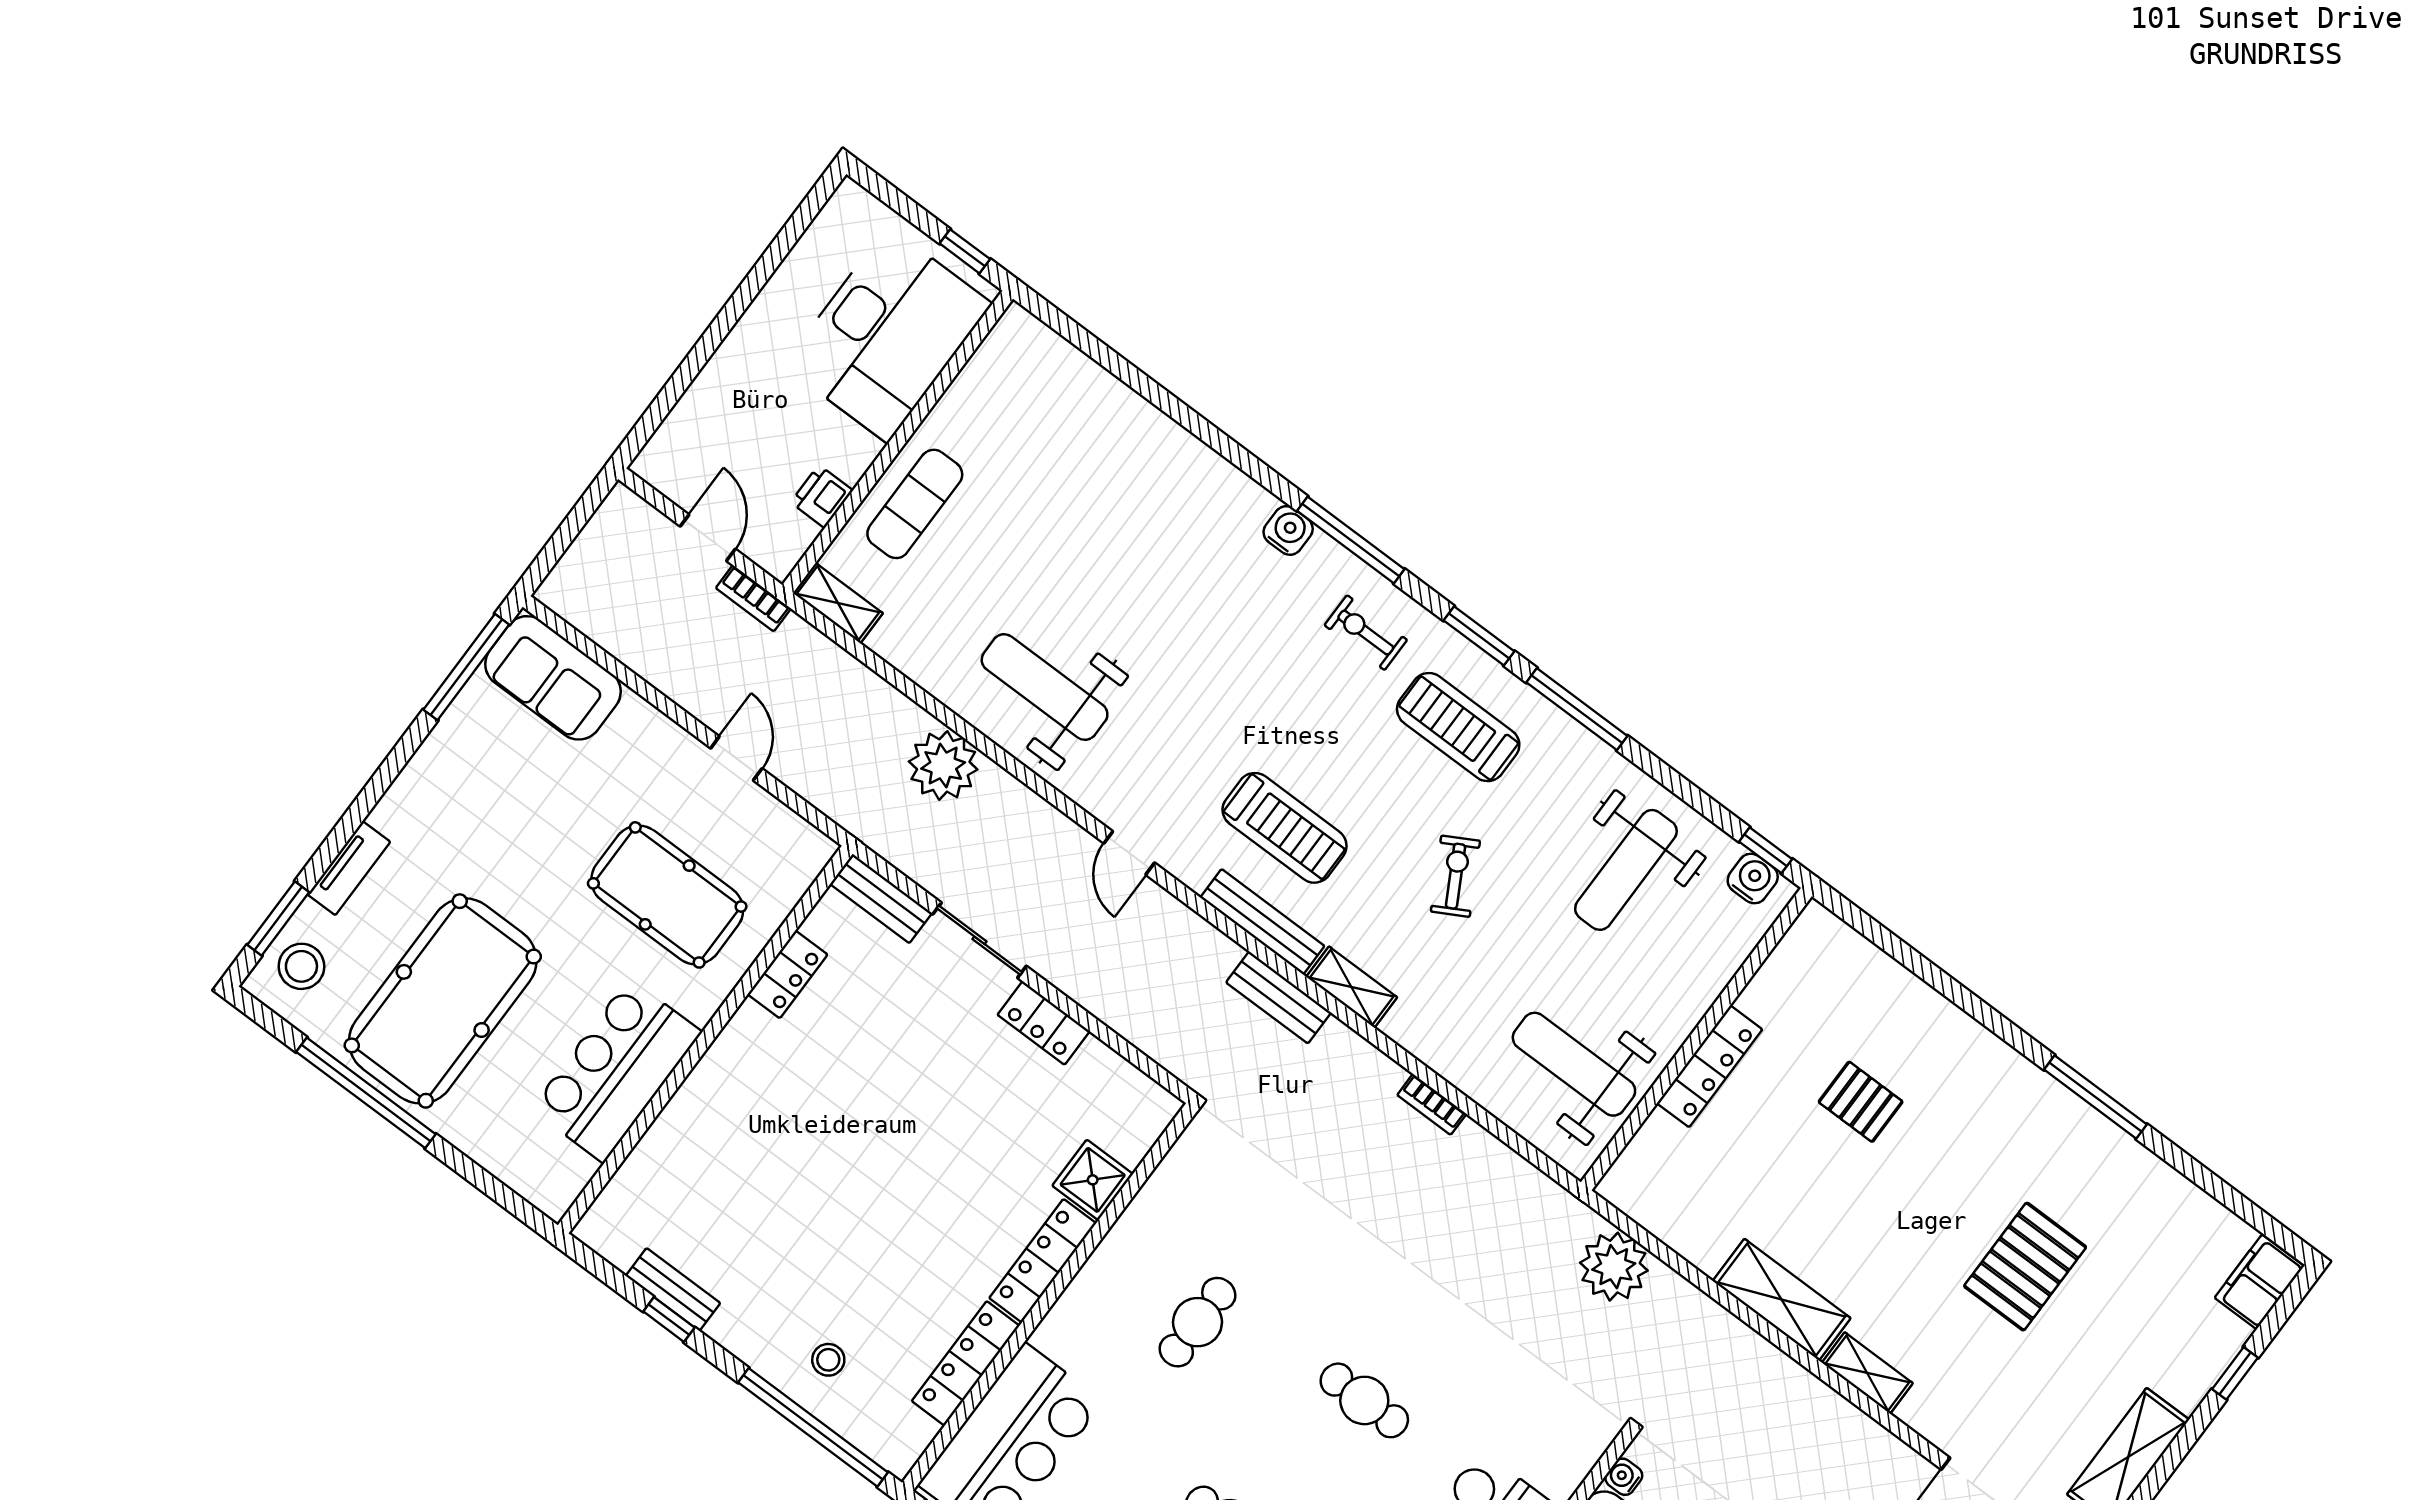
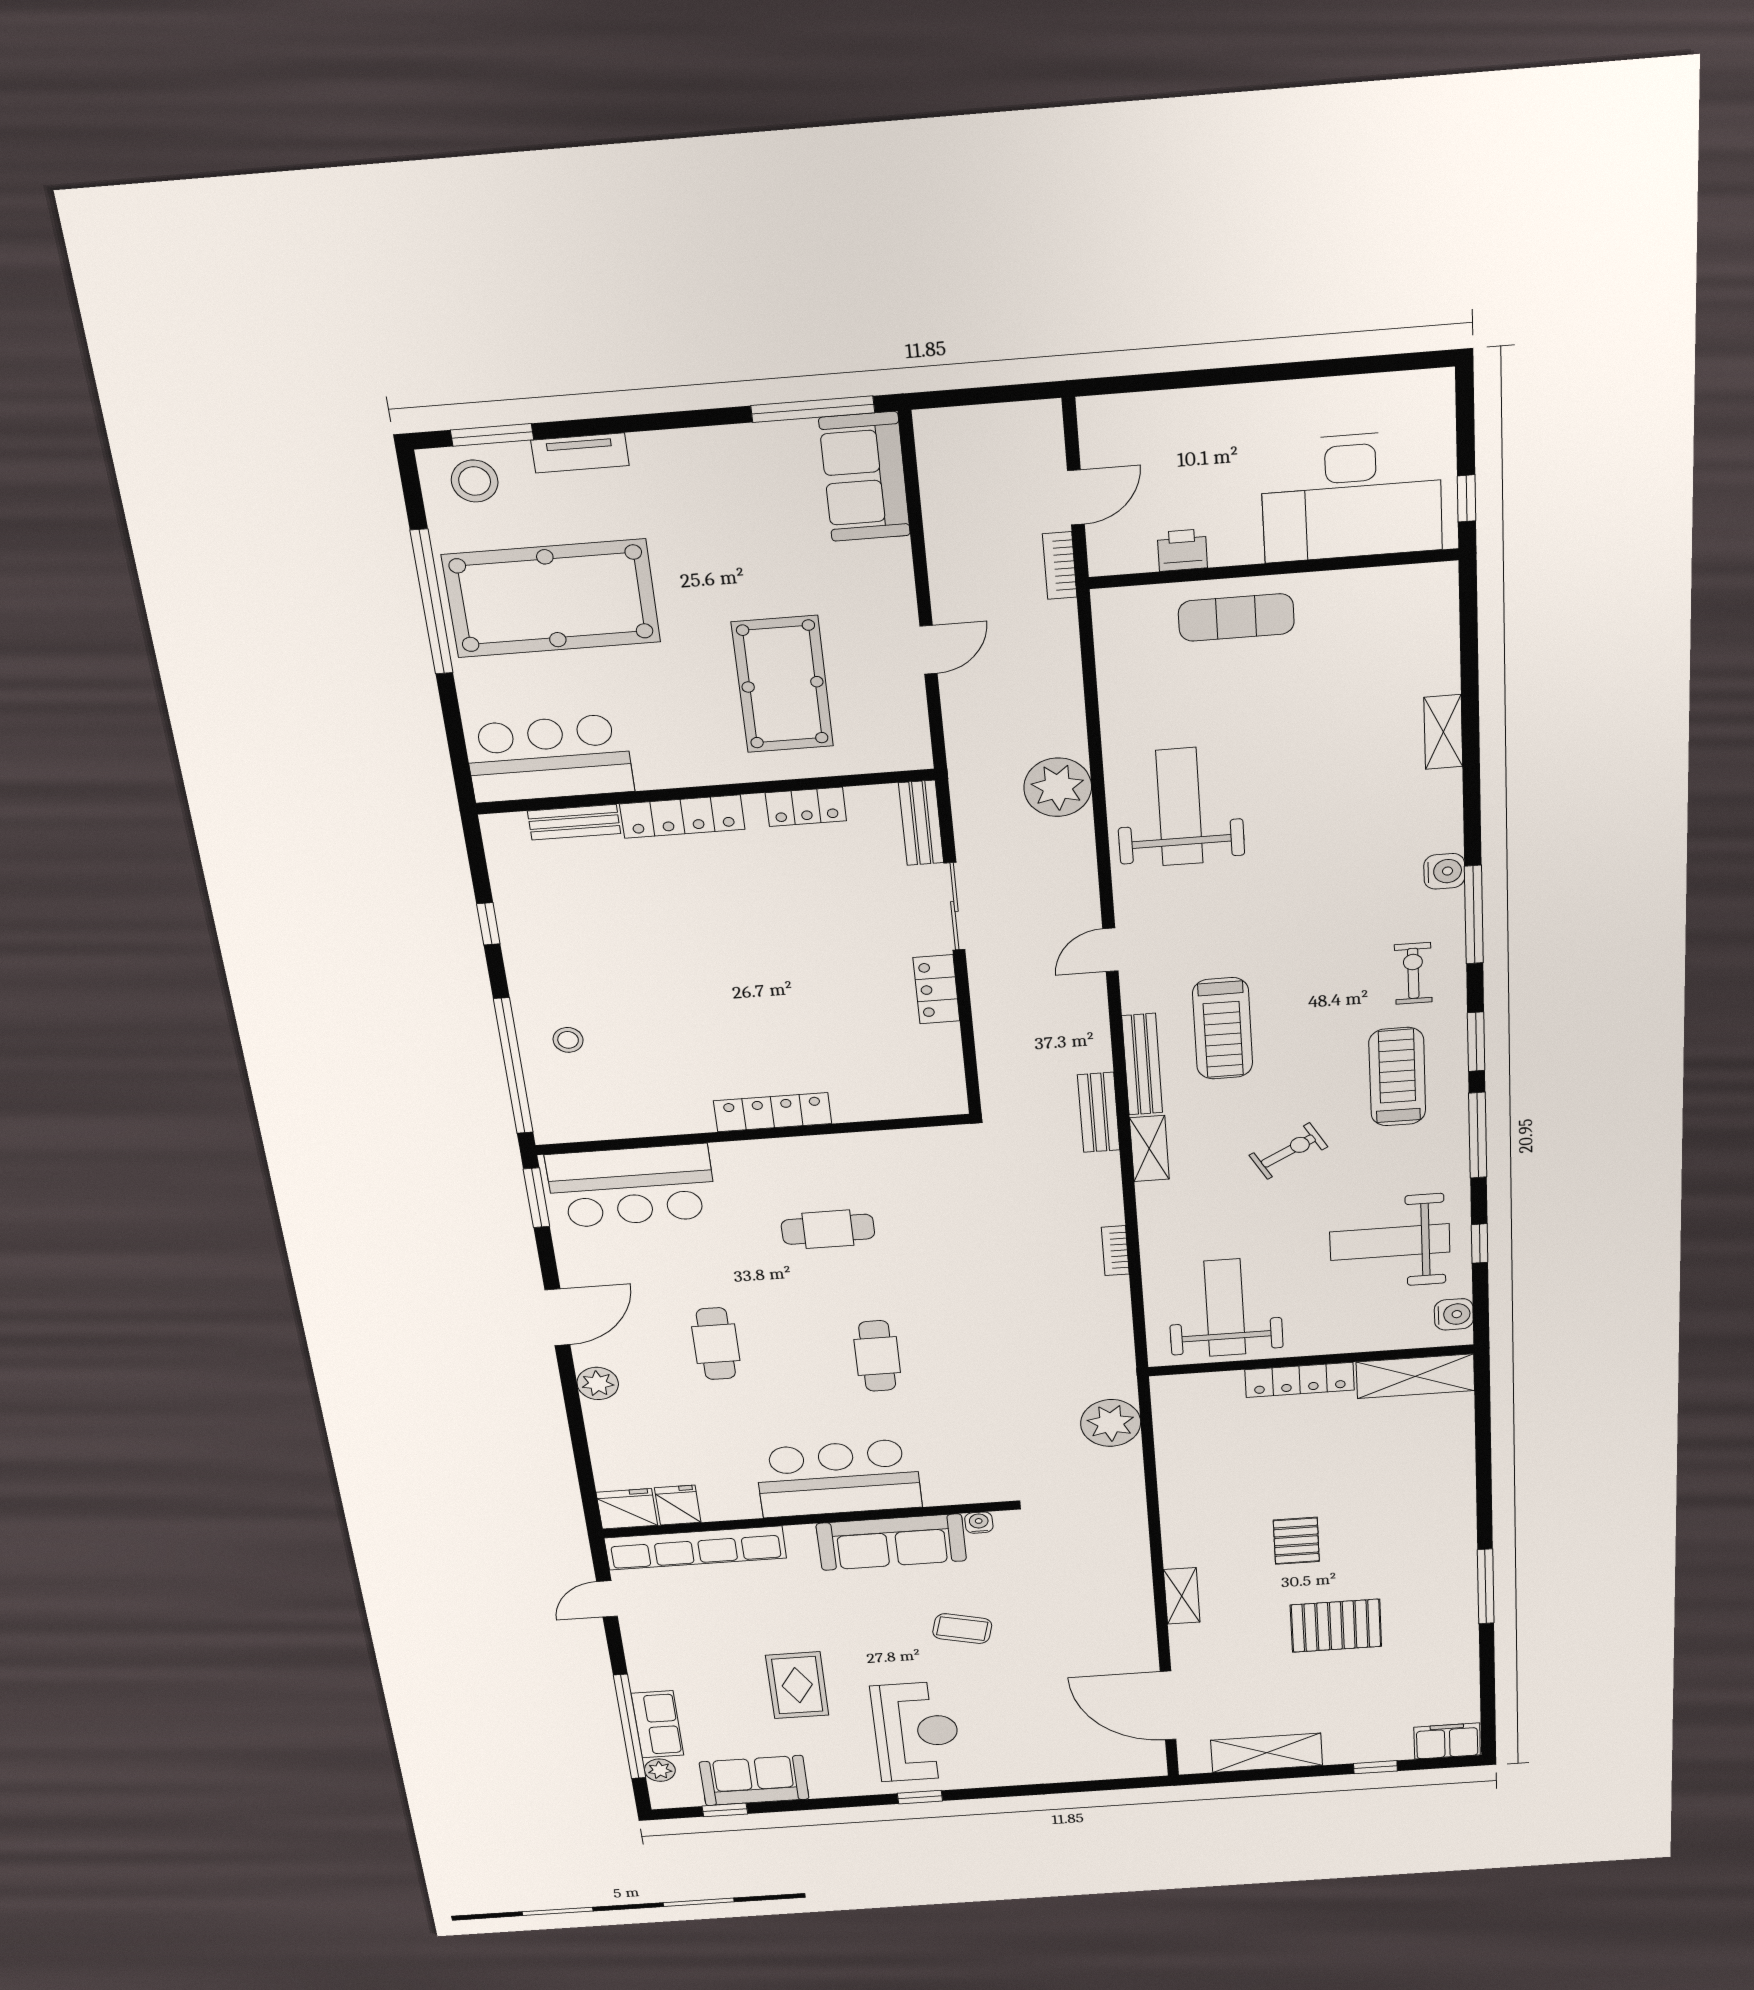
shelving: (838, 603) -> (1443, 732), moved
window: (1766, 850) -> (1480, 1243), moved
bar counter: (616, 1070) -> (549, 758), moved
pallet: (1861, 1102) -> (1296, 1541), moved
shower: (1093, 1180) -> (859, 1100), removed
bench: (673, 1289) -> (574, 822), moved, turned 90
shelving: (1782, 1300) -> (1415, 1376), moved, turned 90
locker: (966, 1363) -> (682, 817), moved, turned 180

